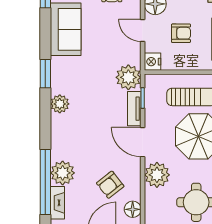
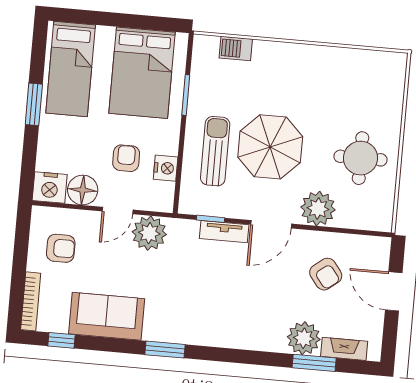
nightstand: (152, 62) -> (166, 168), moved, turned -90
plant: (128, 77) -> (149, 233), moved
plant: (60, 104) -> (208, 334), removed
window: (45, 182) -> (314, 363), width x0.47
floor lamp: (133, 209) -> (362, 246), removed

